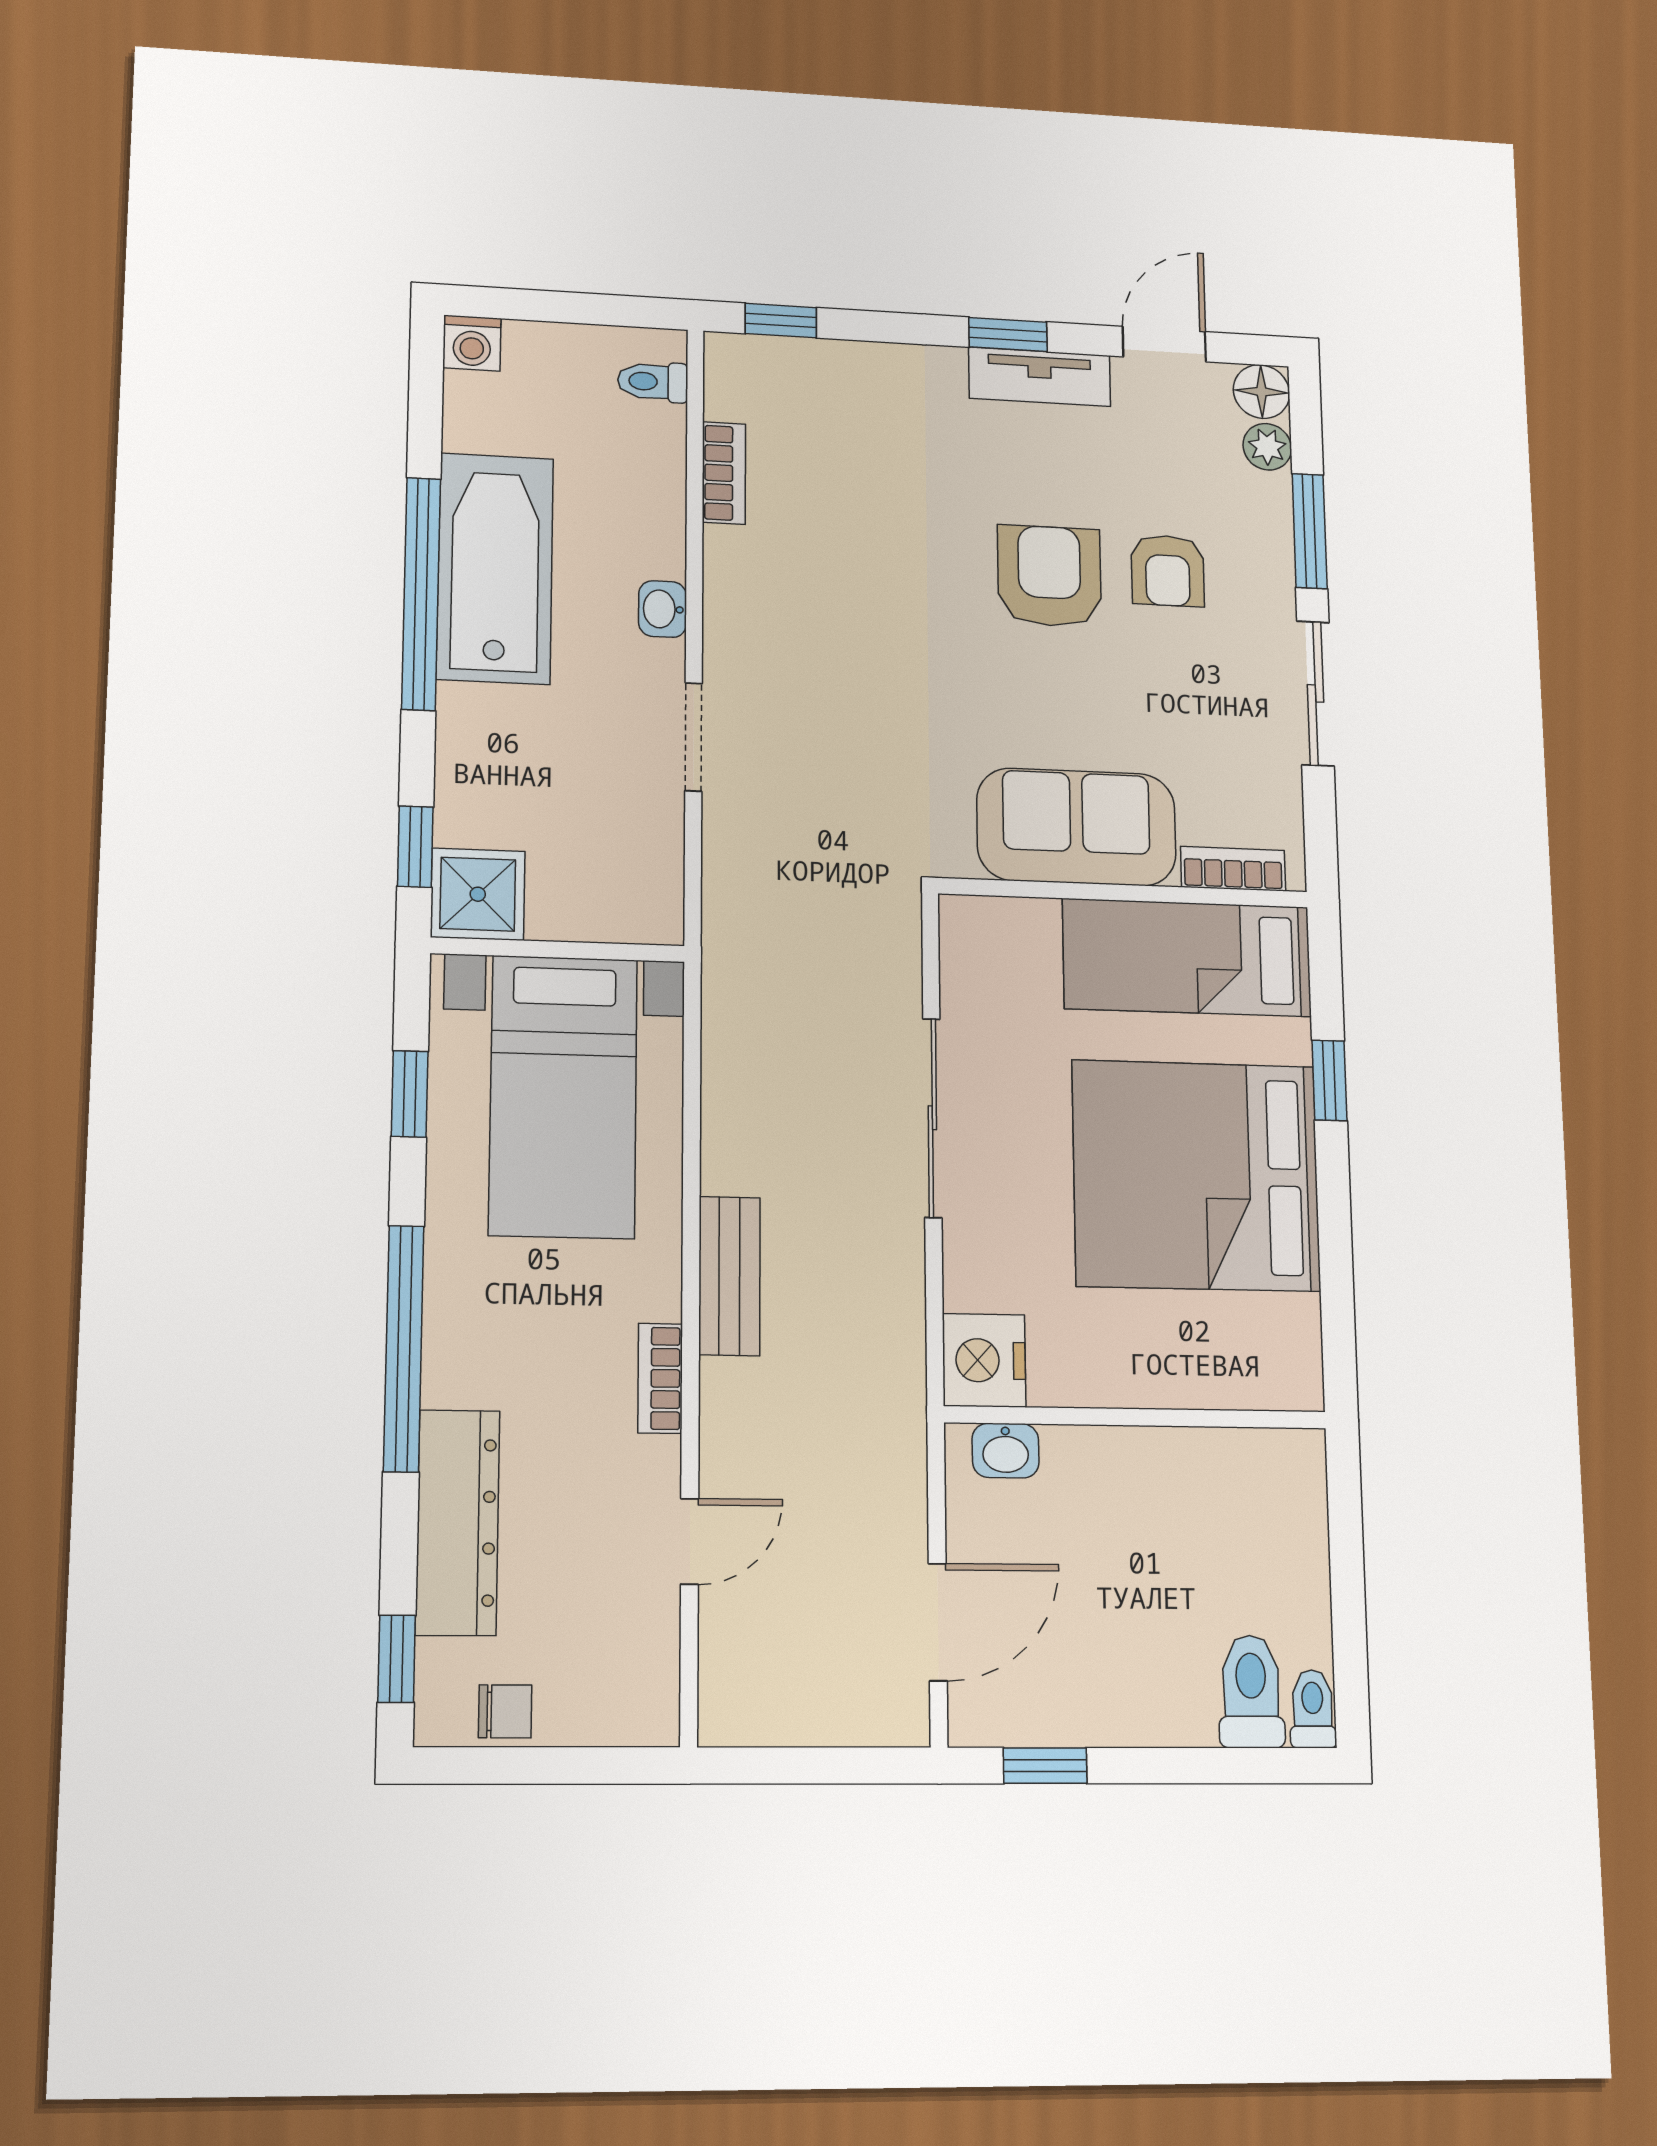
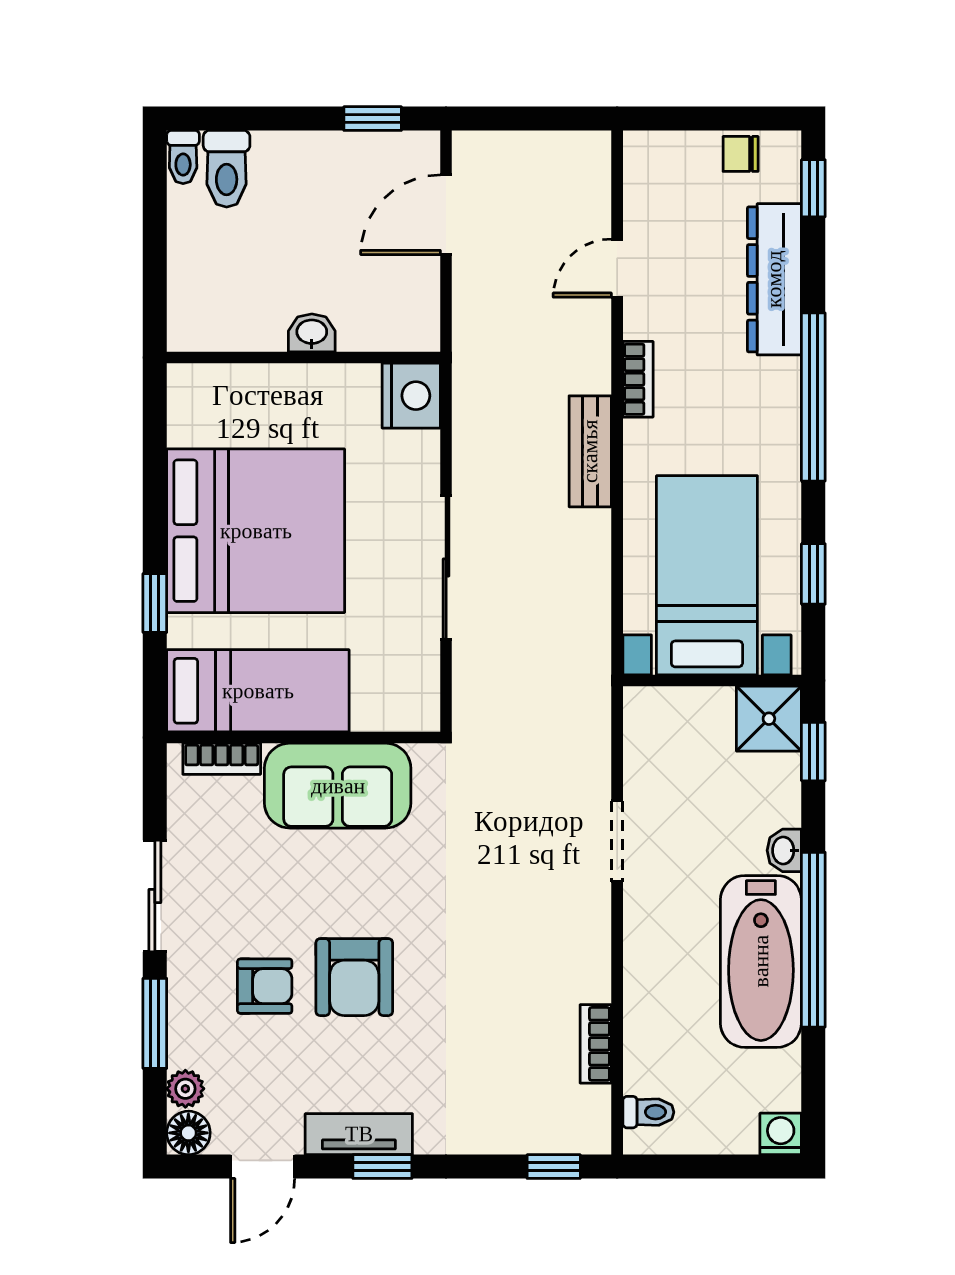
armchair: (1168, 571) -> (265, 986), turned 90
washbasin: (663, 609) -> (784, 850), moved, turned 180
washbasin: (1006, 1451) -> (312, 333), moved

